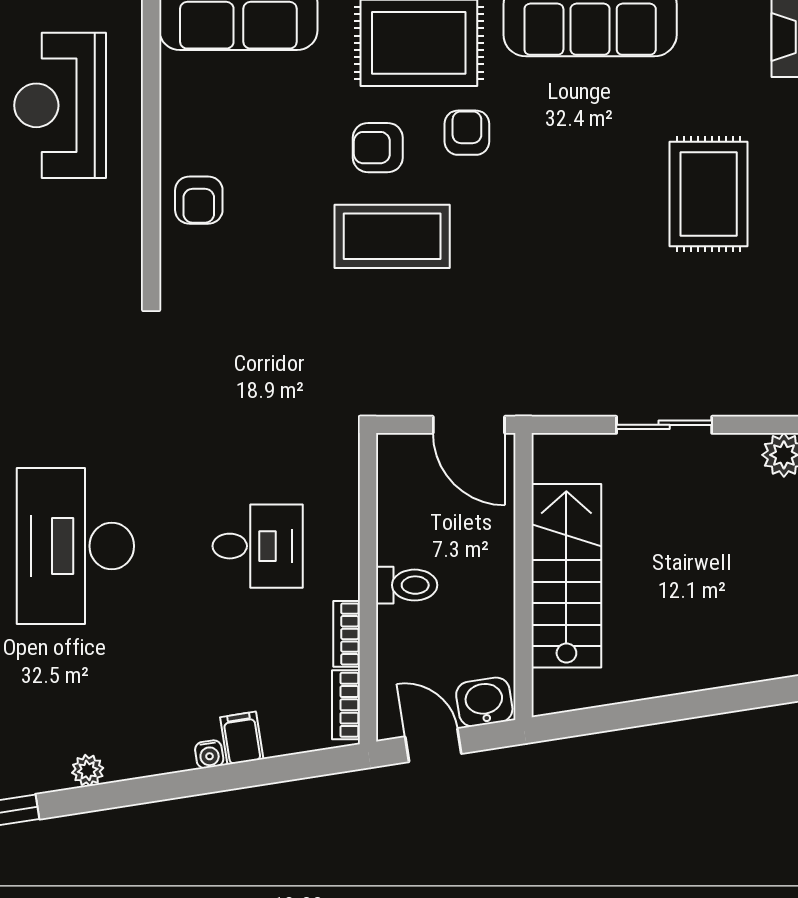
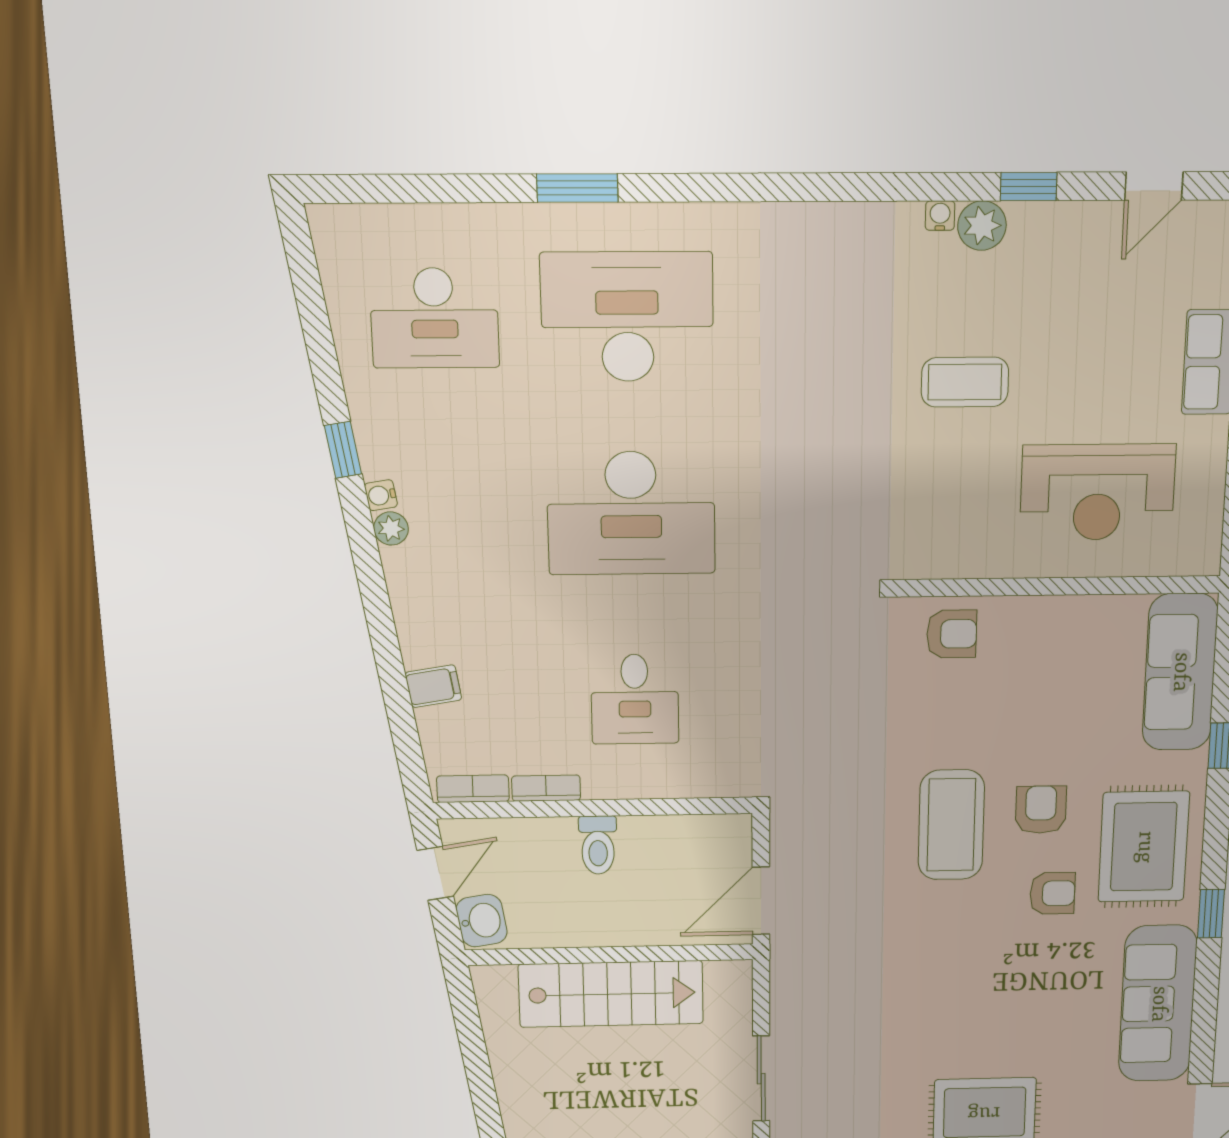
reception desk: (60, 105) -> (1098, 492), turned 180
armchair: (199, 200) -> (952, 634), moved, turned 180
desk: (75, 546) -> (631, 513), turned 180
water cooler: (209, 754) -> (381, 495), moved

